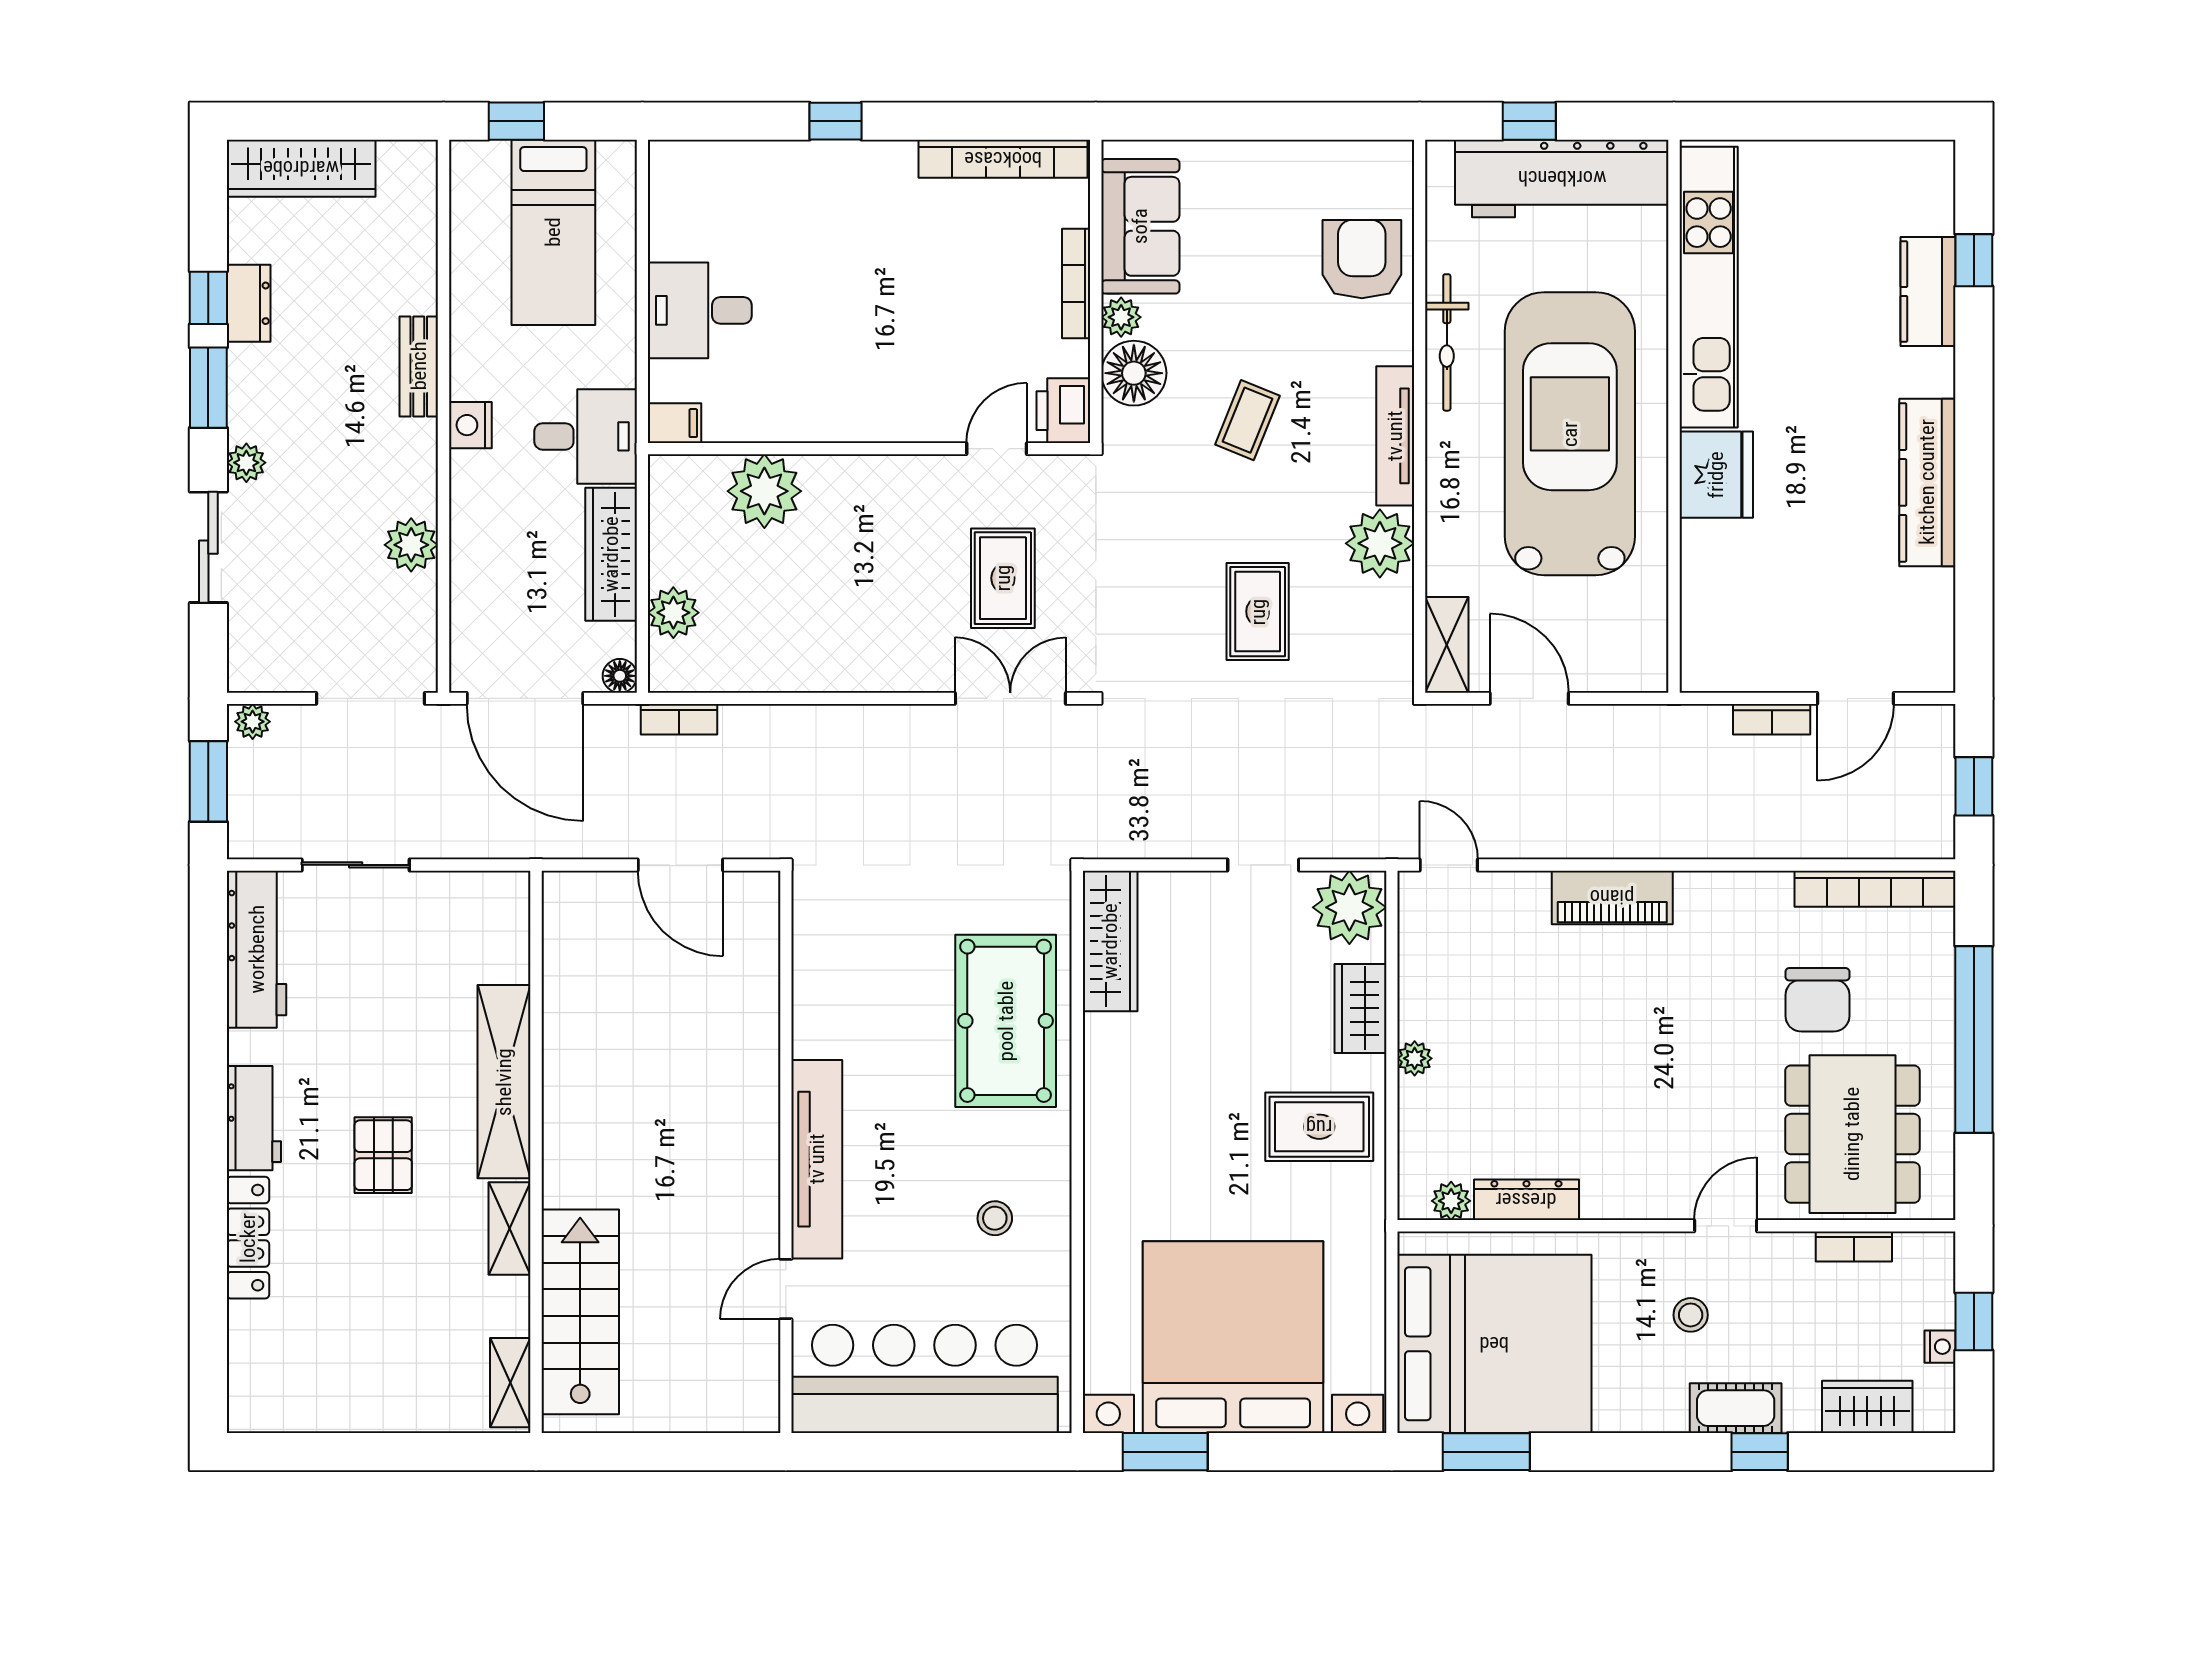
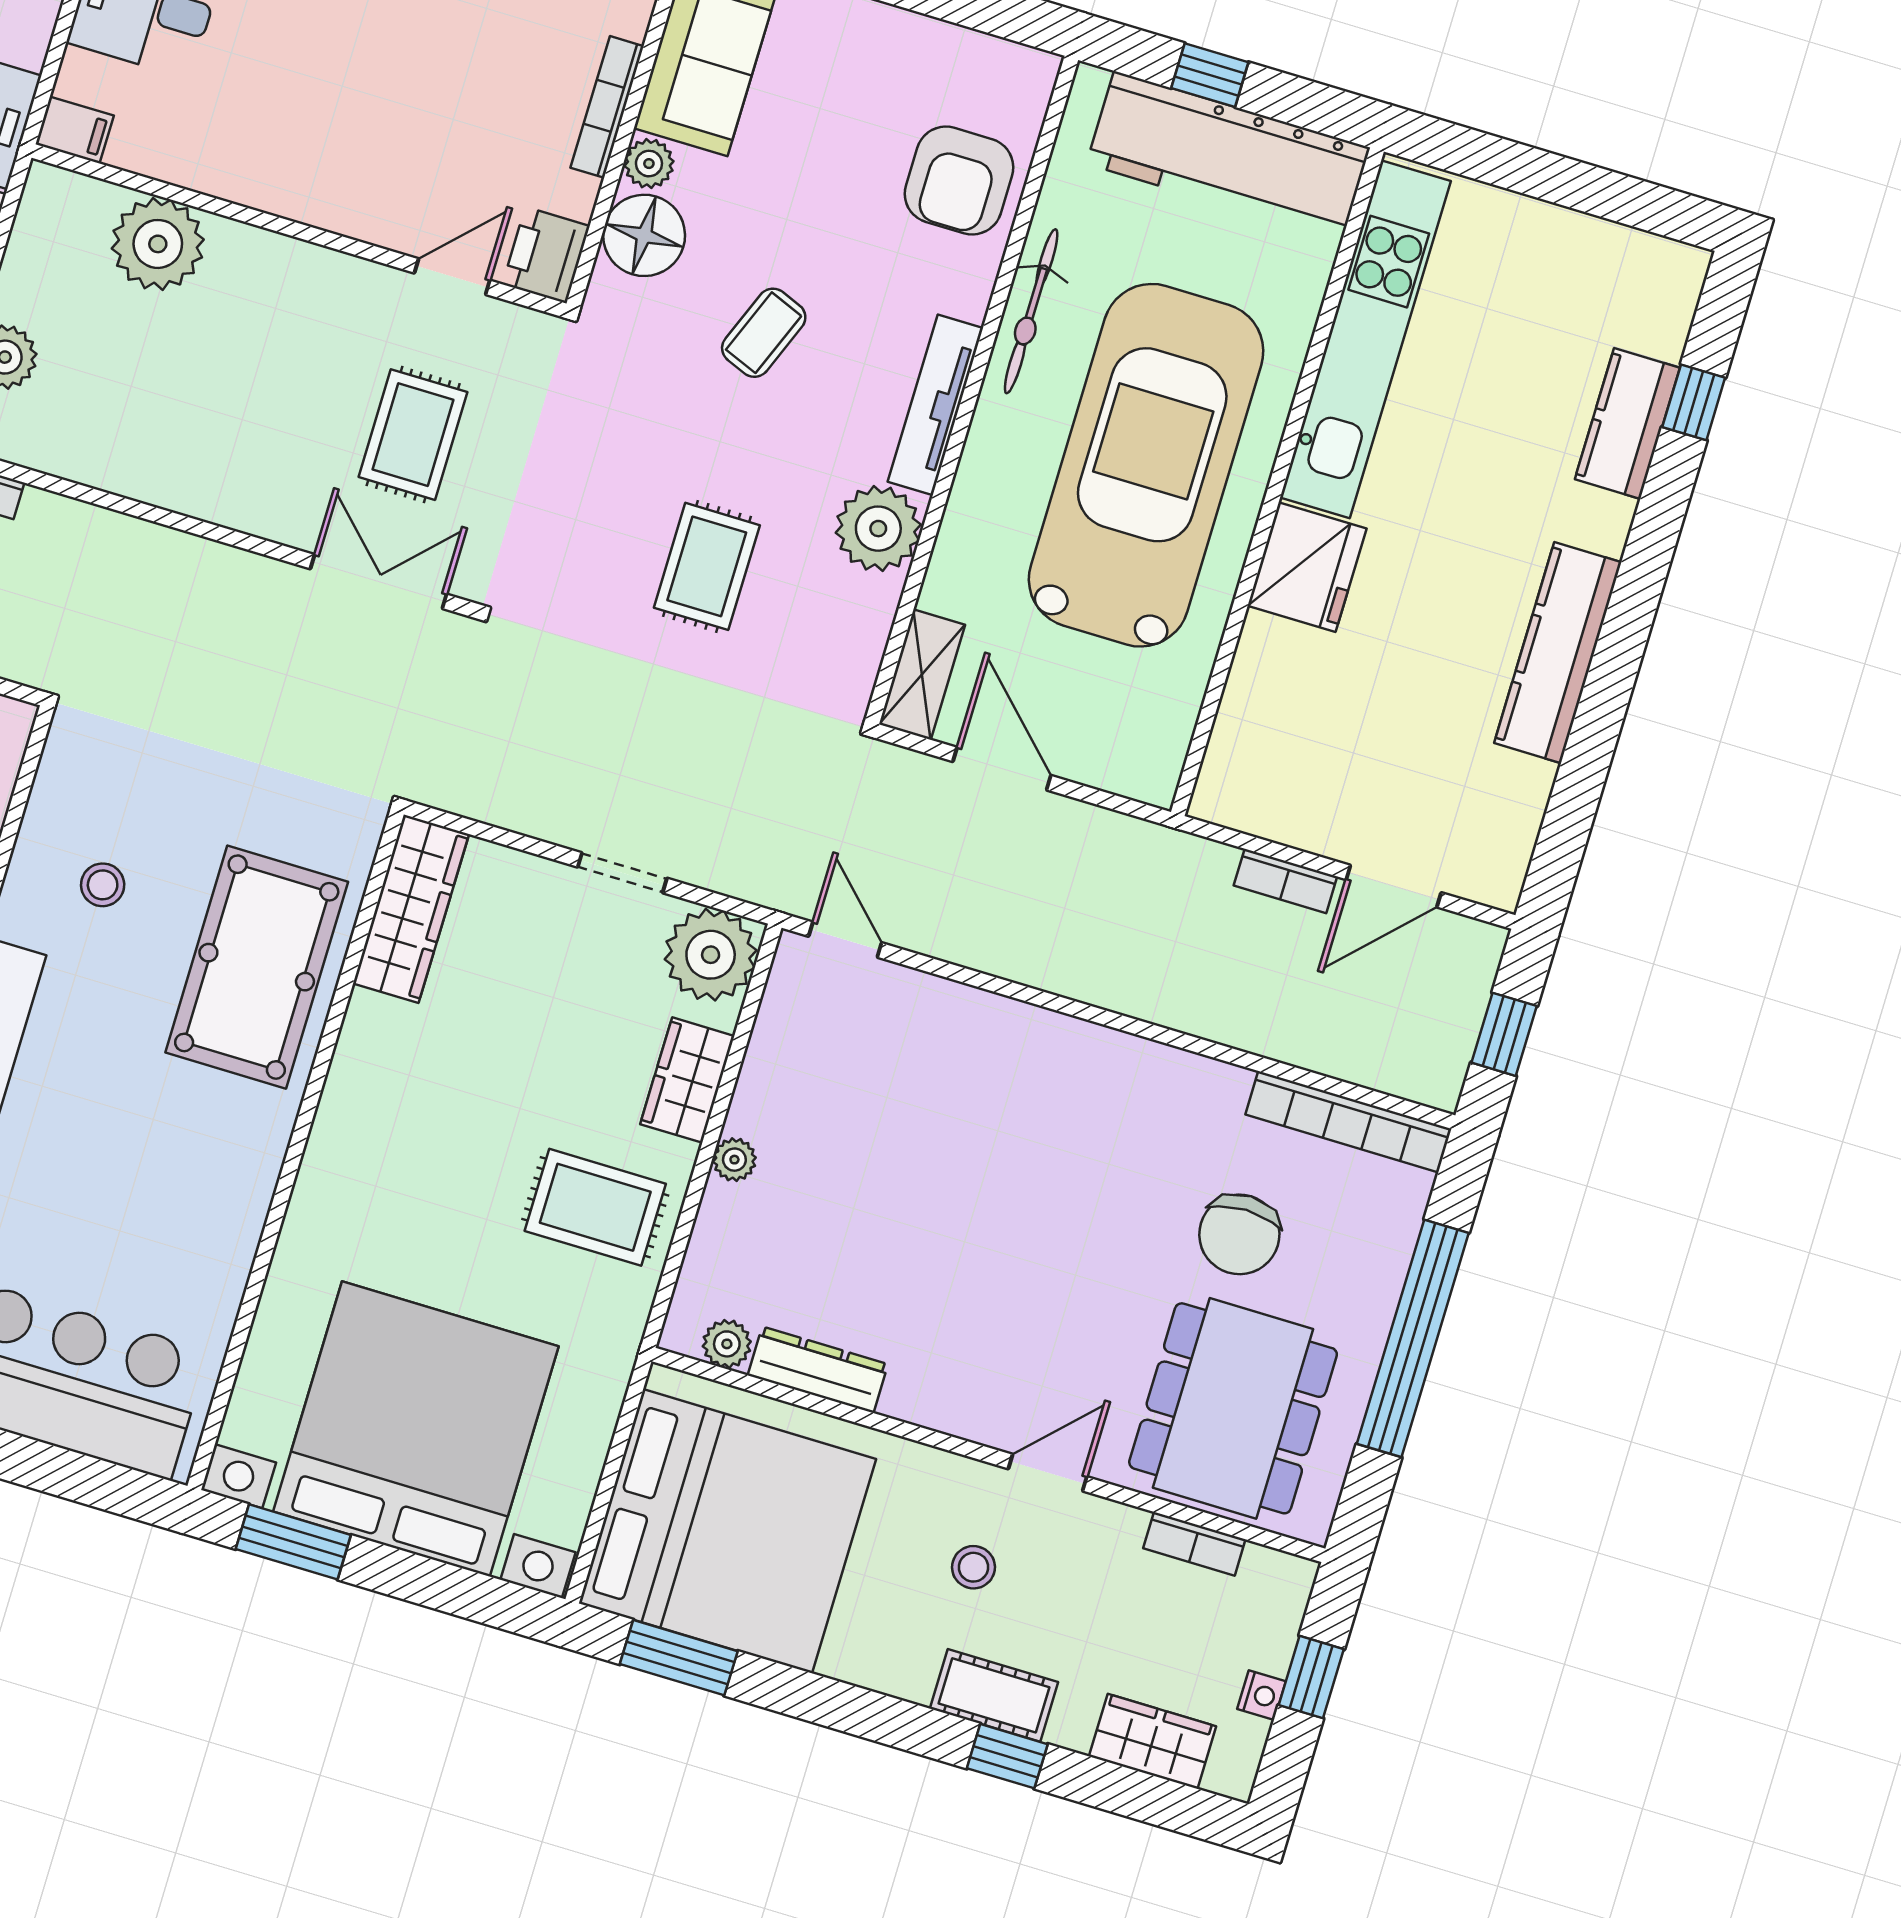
armchair: (1362, 259) -> (959, 181), turned 180
piano: (1612, 897) -> (1030, 1038), removed
stool: (995, 1218) -> (103, 885), moved

